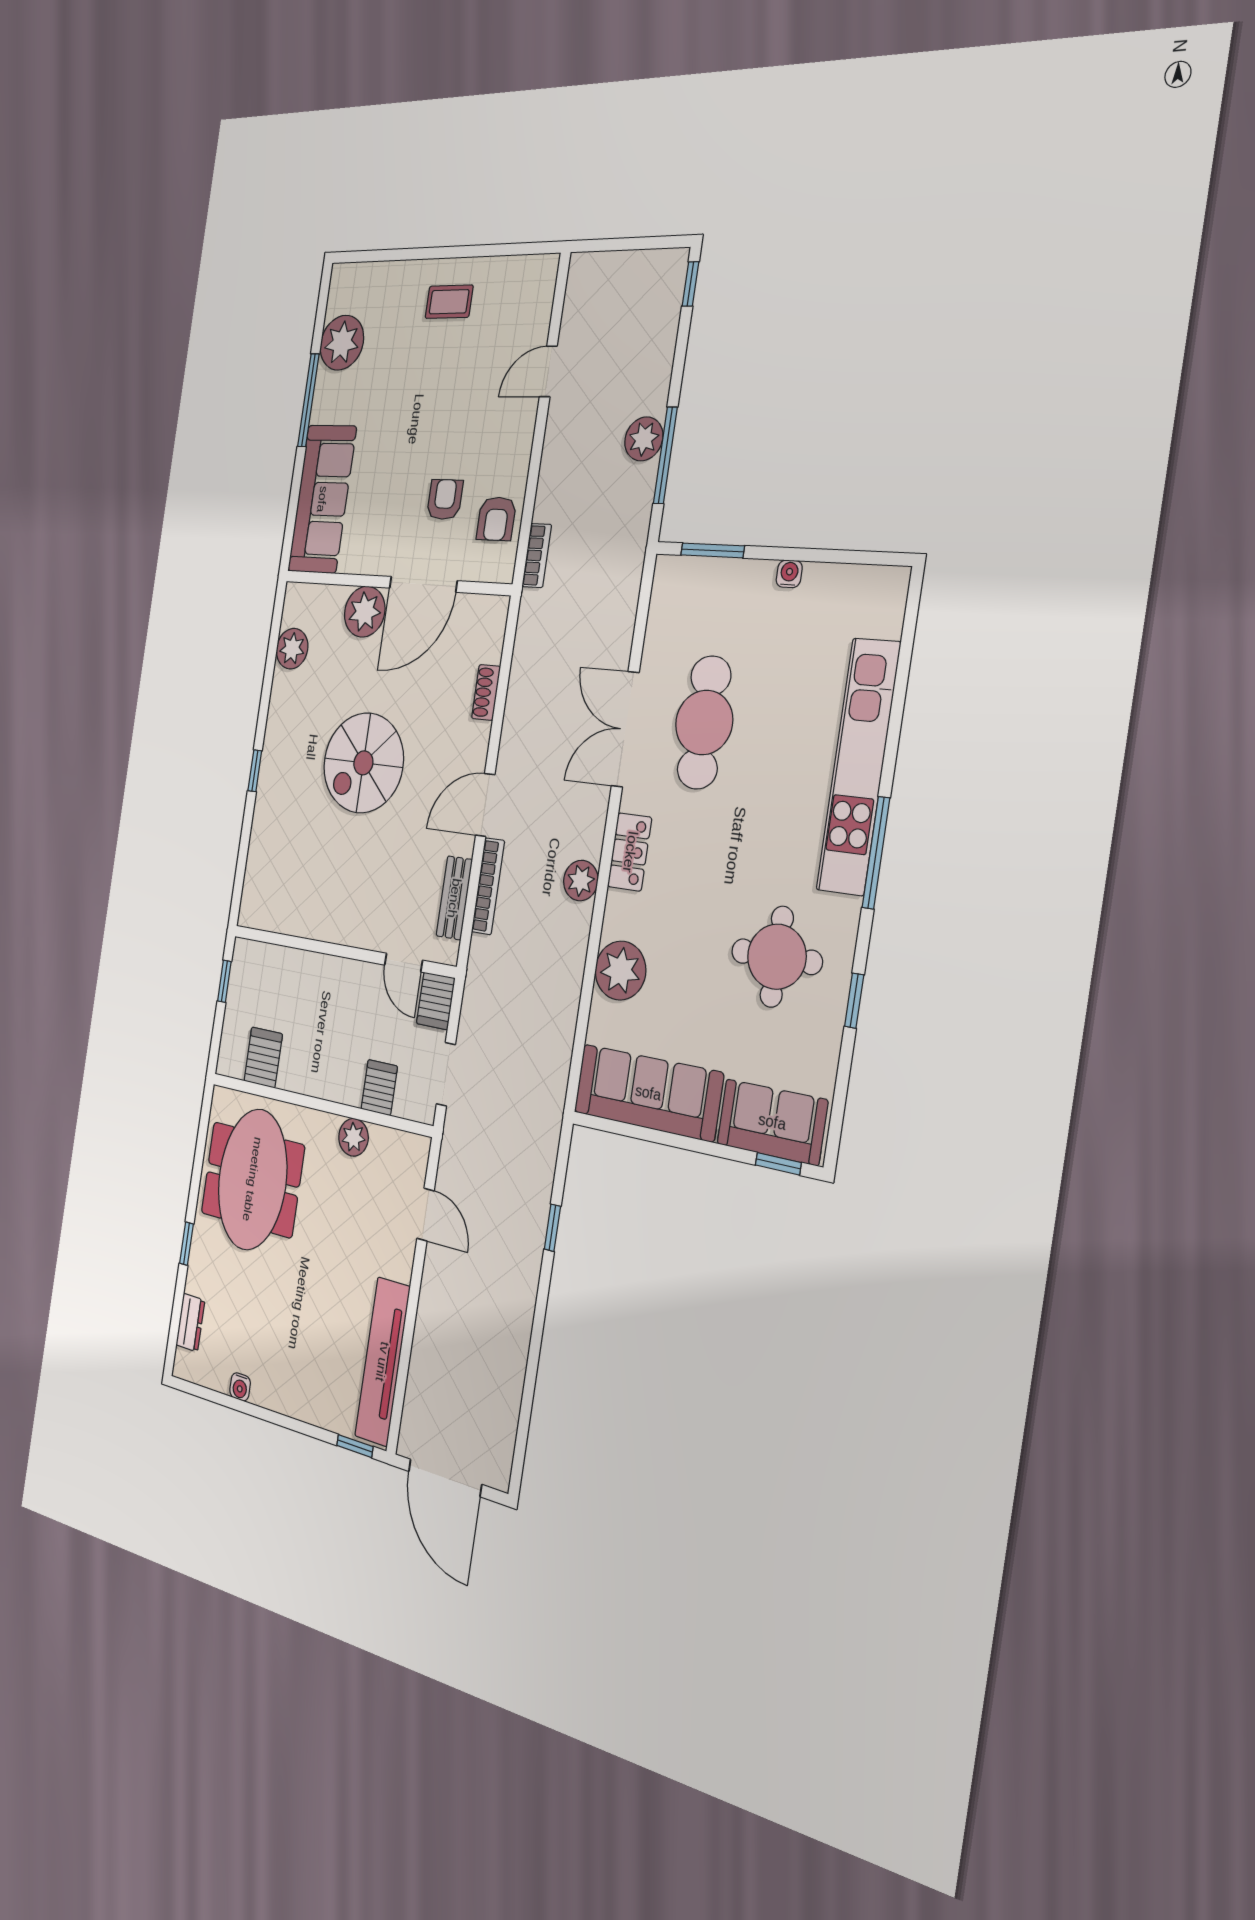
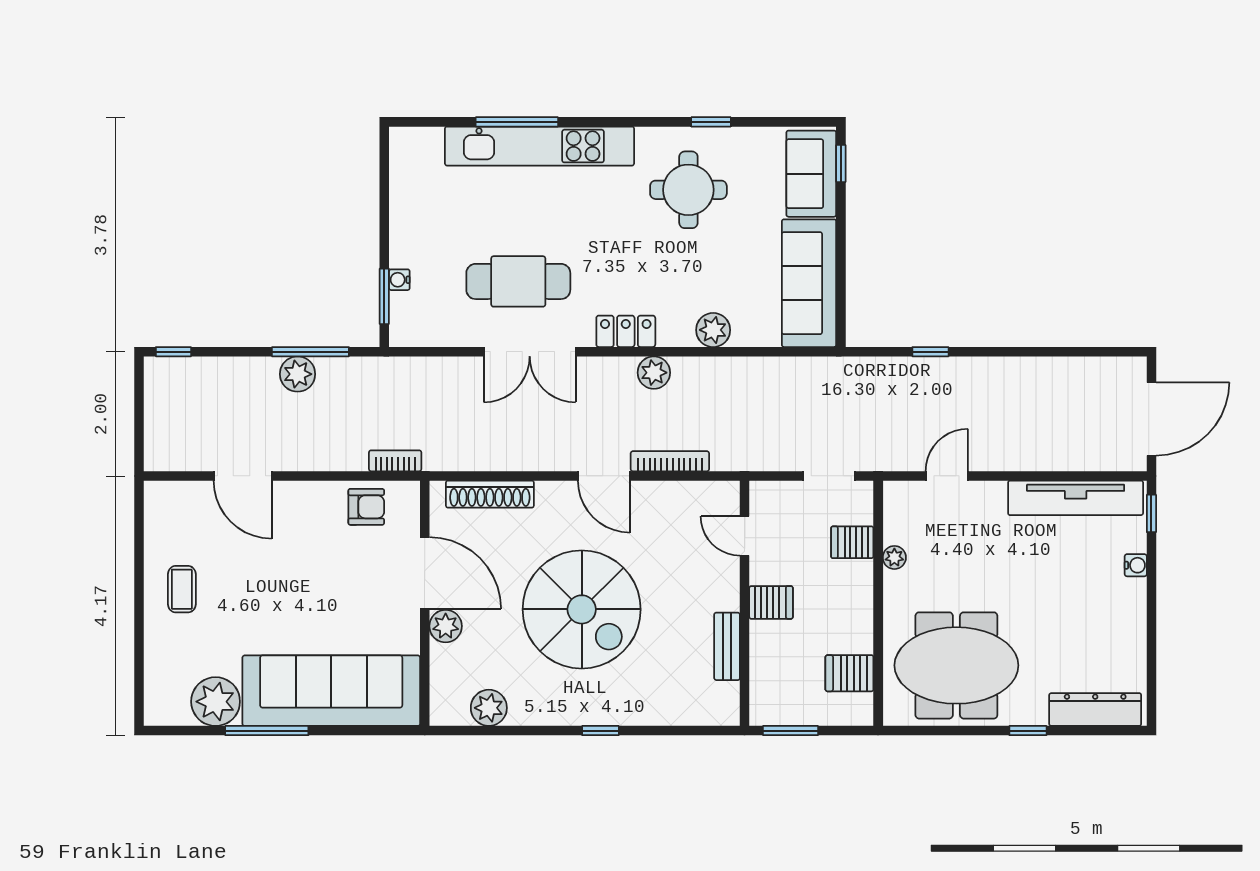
door: (548, 371) -> (243, 476), width x1.38
sofa: (322, 499) -> (331, 691), width x1.36, depth x1.27
armchair: (445, 499) -> (352, 563), removed
water cooler: (789, 574) -> (399, 280), moved
plant: (365, 612) -> (446, 626), width x0.73, depth x0.73
shoe rack: (486, 692) -> (490, 494), width x1.94, depth x1.24
spiral stairs: (363, 763) -> (582, 609), width x1.37, depth x1.37
window: (876, 853) -> (517, 122), moved
bench: (454, 898) -> (727, 646), moved, turned 90
door: (404, 963) -> (745, 536), swing flipped
plant: (620, 971) -> (713, 330), width x0.73, depth x0.73
window: (224, 981) -> (791, 731), width x1.50
server rack: (436, 1001) -> (771, 602), moved
plant: (353, 1137) -> (894, 557), width x0.73, depth x0.73
dresser: (190, 1323) -> (1095, 710), width x1.96, depth x1.24
water cooler: (240, 1387) -> (1136, 565), moved

